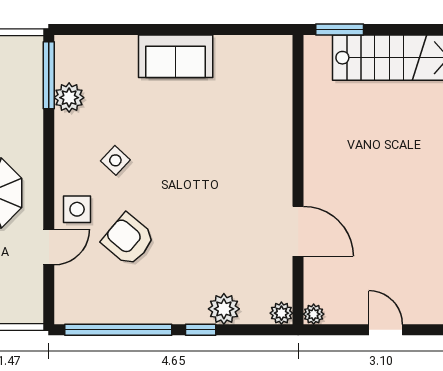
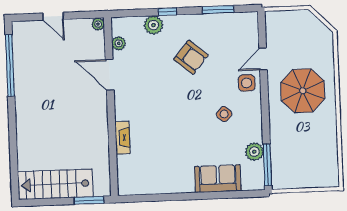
sofa: (176, 56) -> (218, 179), moved
fireplace: (281, 129) -> (123, 138), added
armchair: (128, 239) -> (191, 57), moved
plant: (281, 313) -> (119, 43), moved
window: (118, 330) -> (218, 10), width x0.47

